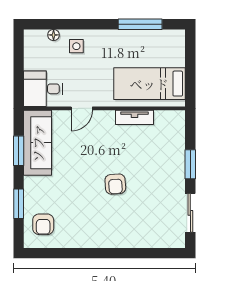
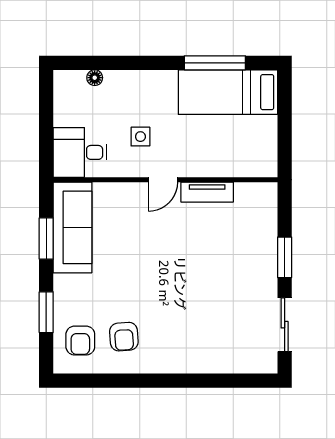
side table: (76, 46) -> (140, 137), moved
bed: (149, 84) -> (228, 92), moved
door: (82, 108) -> (163, 180), moved
armchair: (115, 184) -> (124, 337), moved

